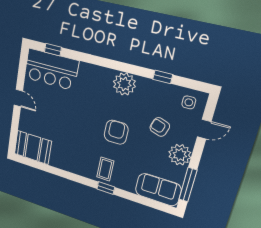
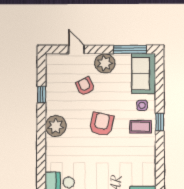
side table: (189, 102) -> (142, 105), moved
armchair: (160, 127) -> (85, 86), turned 136
armchair: (116, 132) -> (101, 124), turned 102

